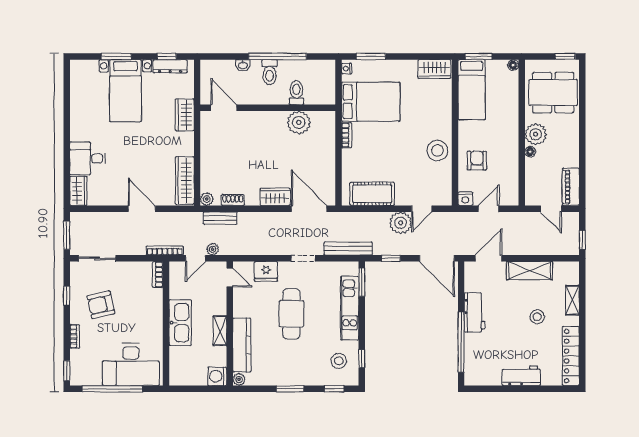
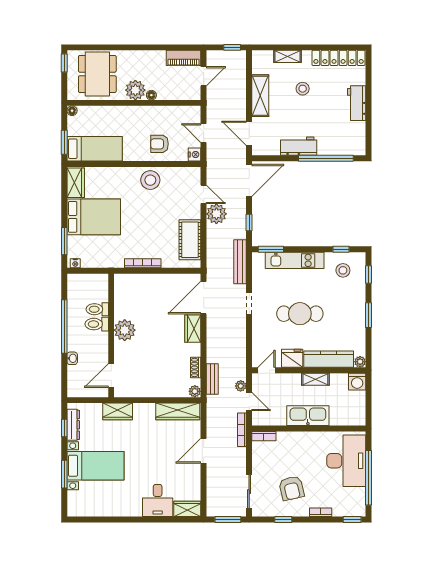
toilet: (270, 72) -> (97, 324), moved, turned 180
bed: (371, 102) -> (94, 217), moved, turned 90
plant: (299, 123) -> (125, 330), moved
bookcase: (347, 135) -> (143, 263), width x1.56
fridge: (266, 271) -> (292, 358), moved, turned -90

